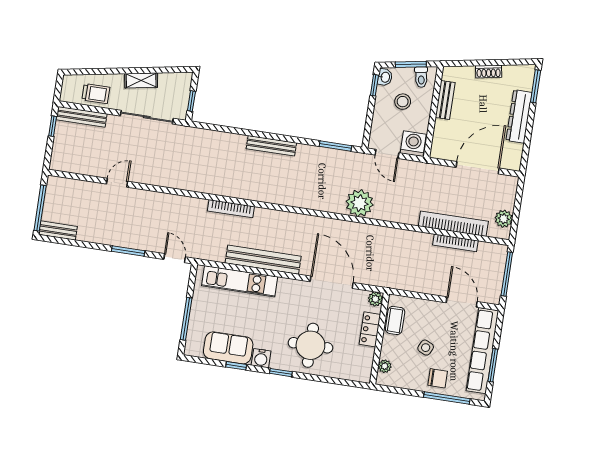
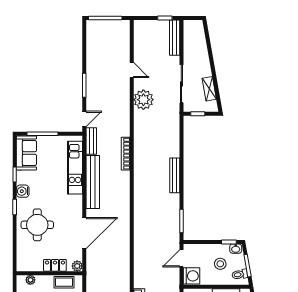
shelving: (141, 80) -> (209, 89), moved
trolley: (96, 94) -> (193, 45), removed
plant: (360, 203) -> (143, 100), moved
bench: (58, 231) -> (91, 141), moved
sofa: (228, 348) -> (26, 153), moved

